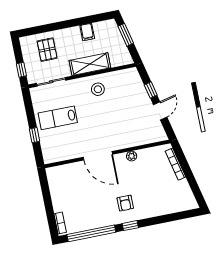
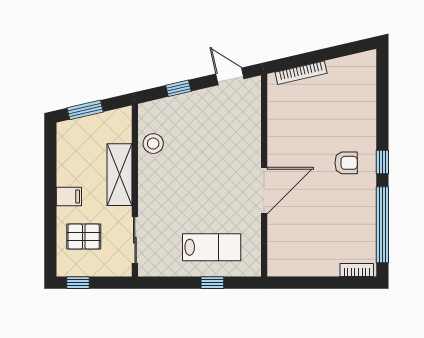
filing cabinet: (87, 32) -> (69, 196), moved
window: (21, 70) -> (78, 283), moved
stool: (98, 89) -> (153, 144), moved
door: (160, 111) -> (230, 76), moved
lab bench: (58, 118) -> (212, 247), moved, turned -90
plant: (132, 156) -> (275, 138), removed

